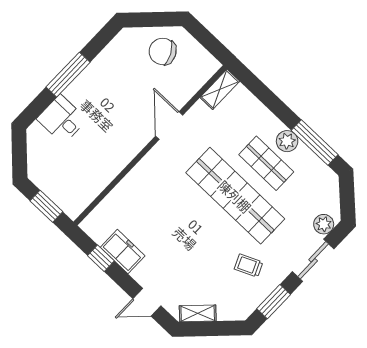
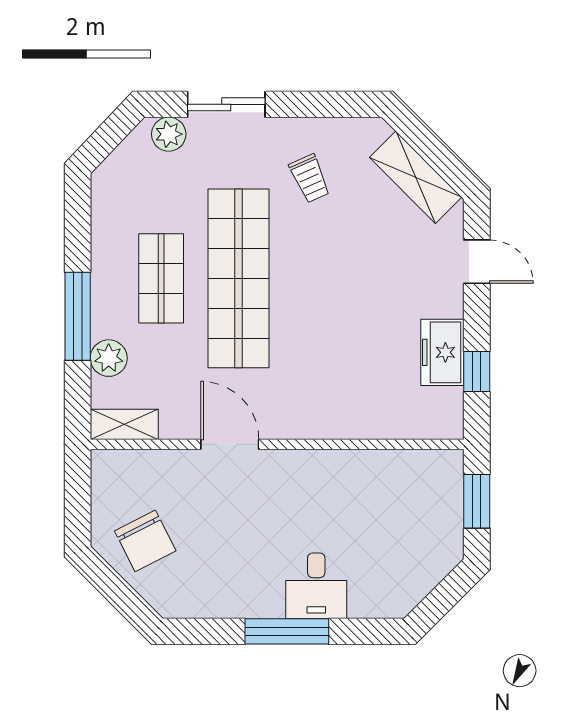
desk: (62, 119) -> (316, 586), moved
door: (169, 126) -> (230, 444), swing flipped
plant: (287, 141) -> (109, 358), moved
window: (315, 143) -> (78, 316), moved
window: (274, 302) -> (325, 104), removed
shelving: (198, 313) -> (416, 177), width x1.50, depth x1.33

